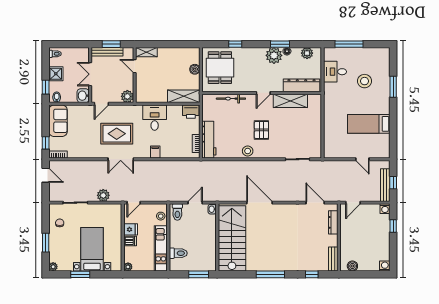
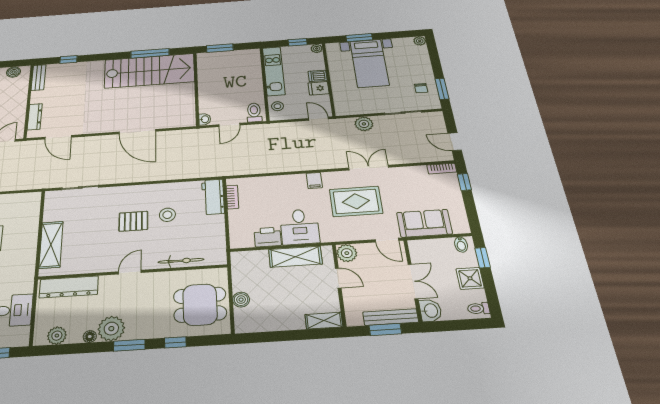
window: (280, 44) -> (129, 345), moved
door: (135, 66) -> (338, 278), moved
dining table: (220, 68) -> (200, 305), turned 90
washbasin: (83, 96) -> (430, 311), moved
shelving: (184, 96) -> (295, 257), moved
shelving: (290, 101) -> (51, 245), moved, turned 90
door: (101, 104) -> (387, 240), swing flipped
printer: (191, 112) -> (268, 237), moved
sofa: (58, 121) -> (424, 223), moved, turned 90
pallet: (261, 130) -> (133, 221), turned 90
workbench: (209, 140) -> (213, 197), width x0.73
stool: (248, 151) -> (167, 215), moved
filing cabinet: (155, 152) -> (314, 180), moved
double door: (121, 159) -> (369, 168), moved
door: (134, 203) -> (318, 119), hinge flipped
stairs: (232, 238) -> (149, 71), moved, turned -90
window: (46, 243) -> (442, 89), moved
toilet: (178, 253) -> (249, 68), removed
window: (80, 274) -> (359, 38), moved
window: (141, 274) -> (298, 42), added
window: (270, 274) -> (150, 53), moved

